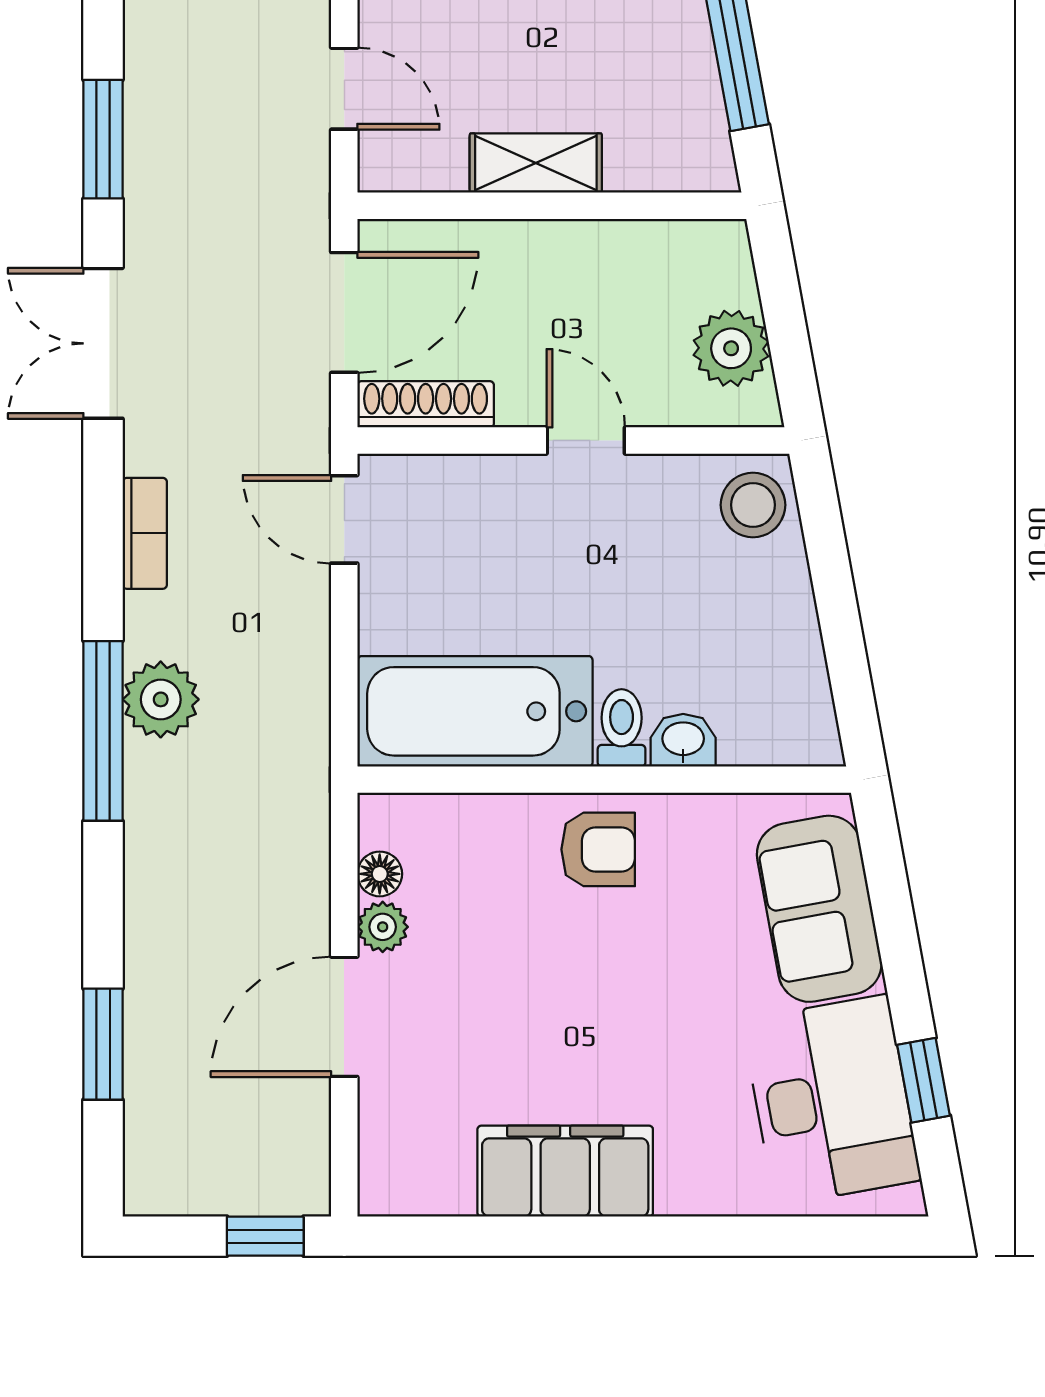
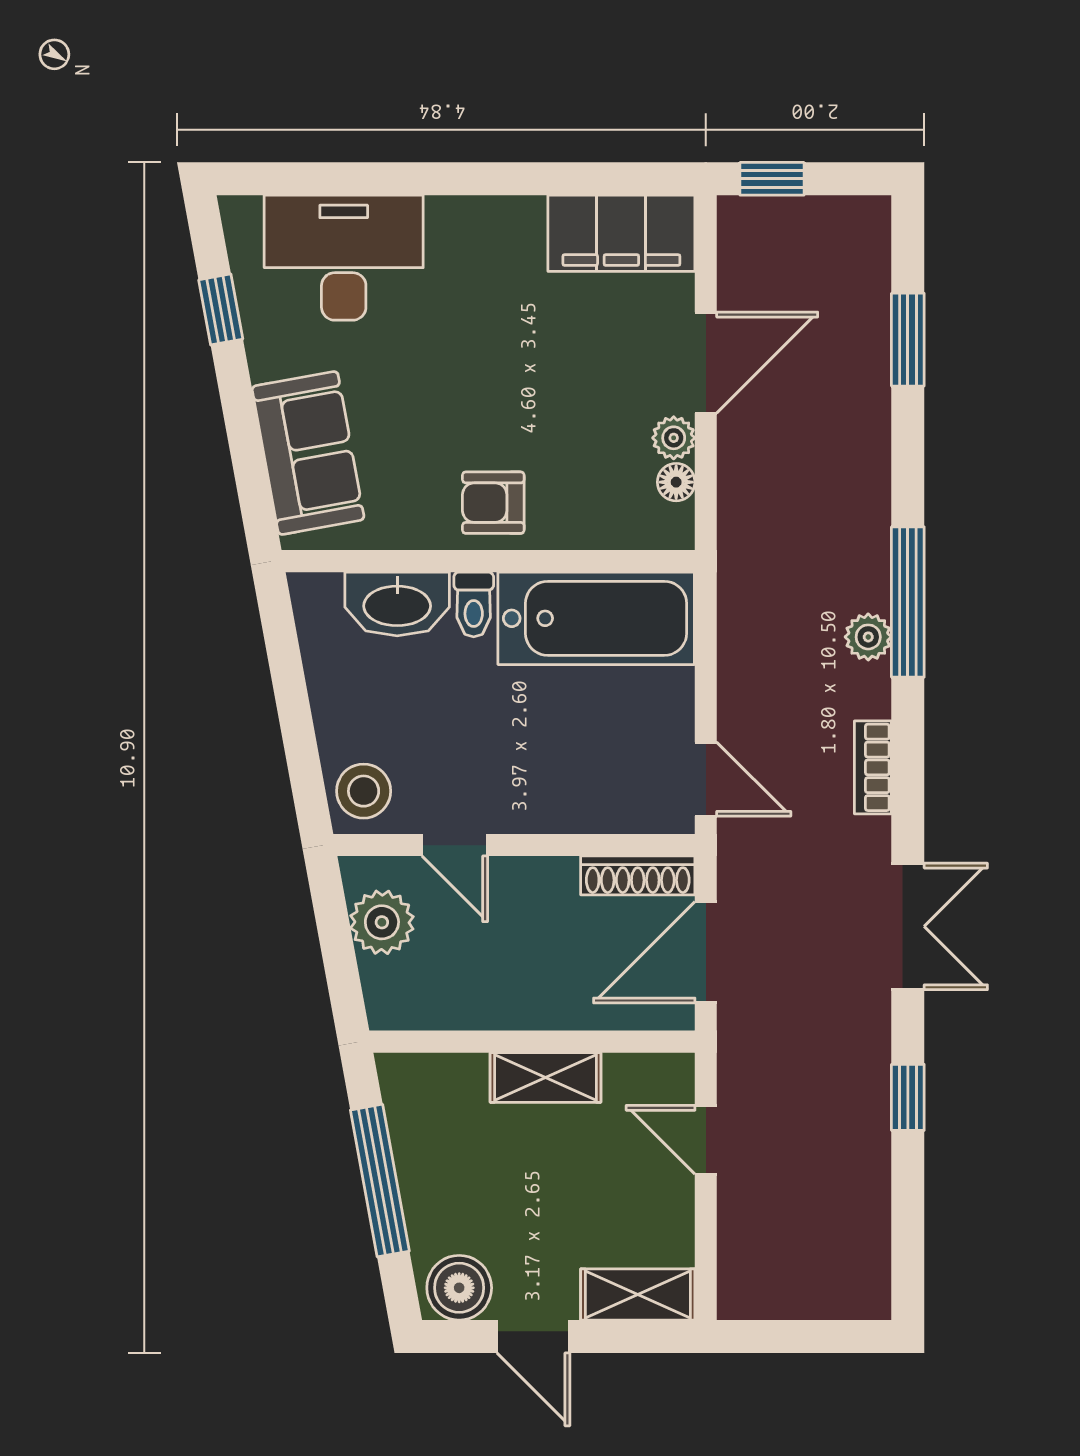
window: (103, 139) -> (908, 1097), width x0.67
door: (586, 441) -> (455, 845), moved
plant: (161, 699) -> (868, 637), width x0.73, depth x0.73
washbasin: (683, 740) -> (397, 604), width x1.91, depth x1.45
desk: (832, 1100) -> (344, 258), moved, turned 100
filing cabinet: (565, 1171) -> (621, 233), moved

